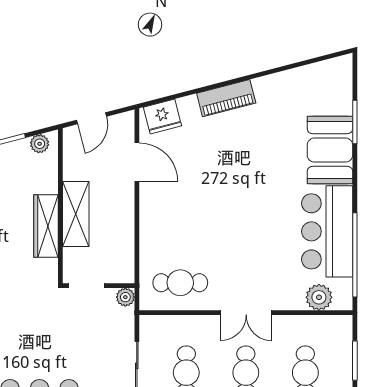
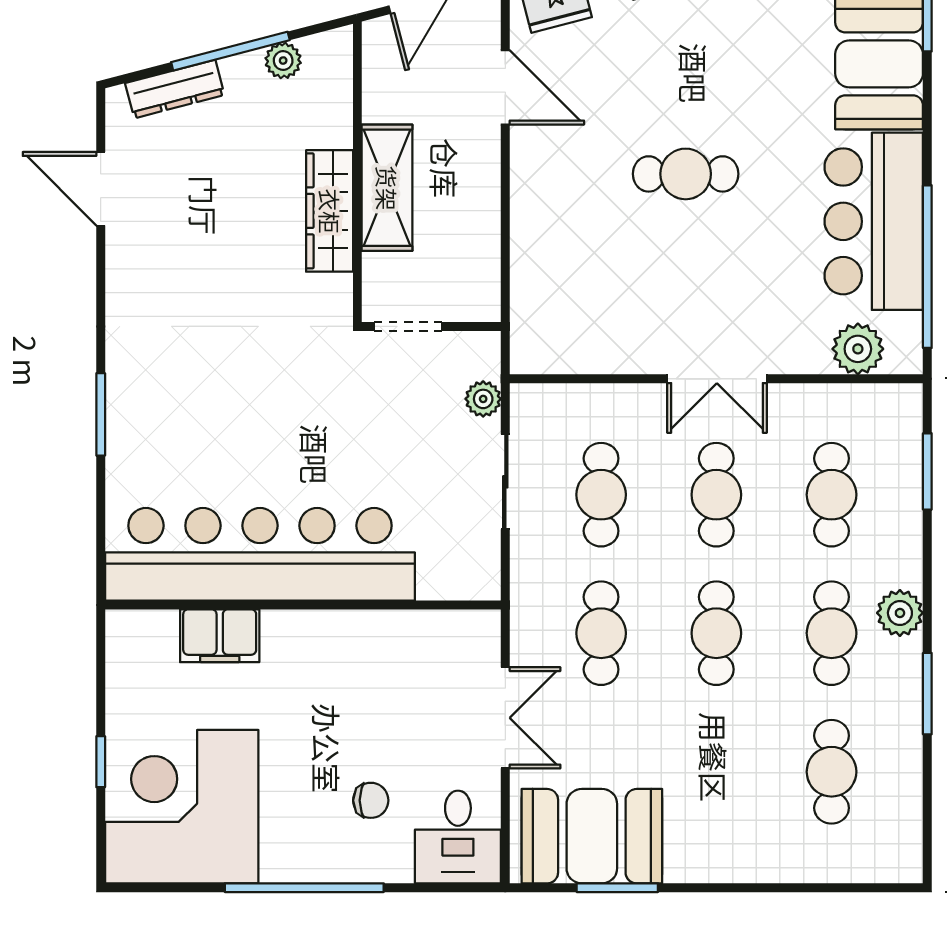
plant: (40, 144) -> (283, 61), moved
cafe table: (180, 283) -> (686, 174), moved
plant: (125, 297) -> (483, 399), moved

